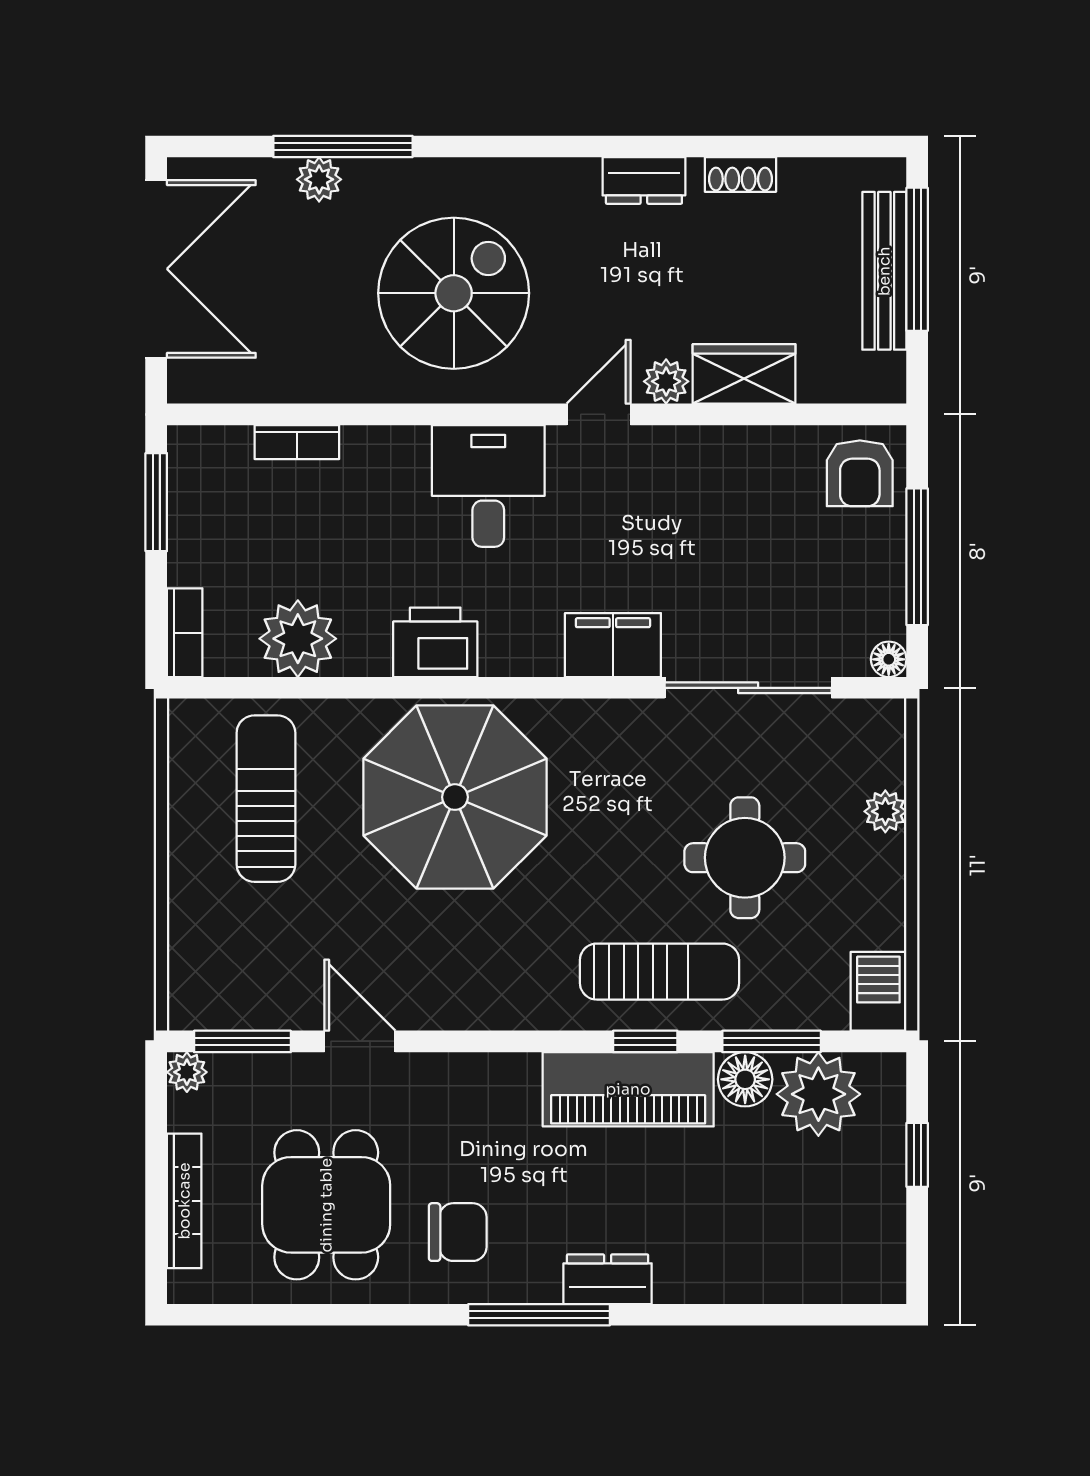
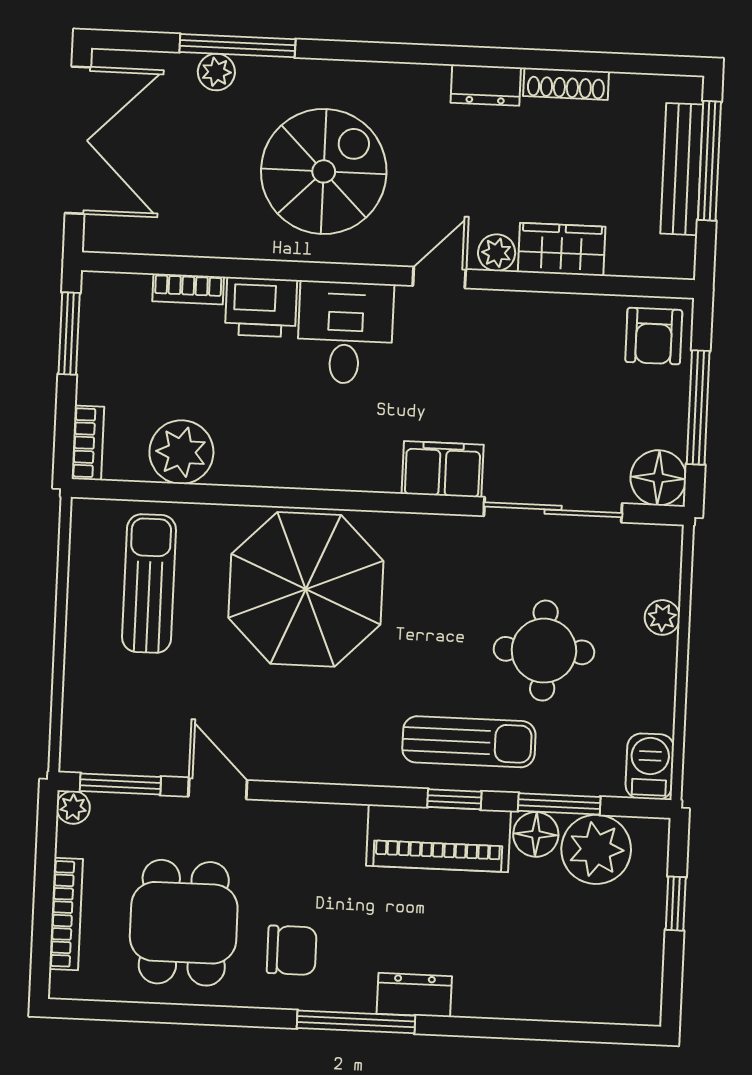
shoe rack: (740, 175) -> (566, 84), width x1.43
printer: (435, 642) -> (261, 307), moved, turned 180
floor lamp: (889, 659) -> (658, 478), width x1.89, depth x1.89

